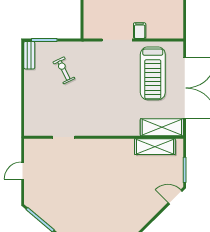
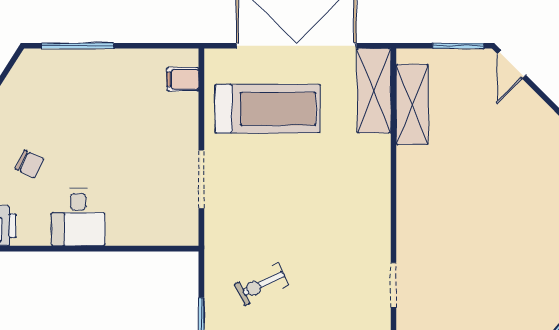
filing cabinet: (140, 31) -> (183, 79), moved

